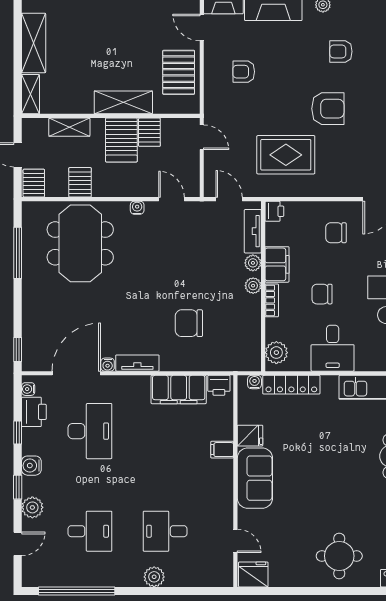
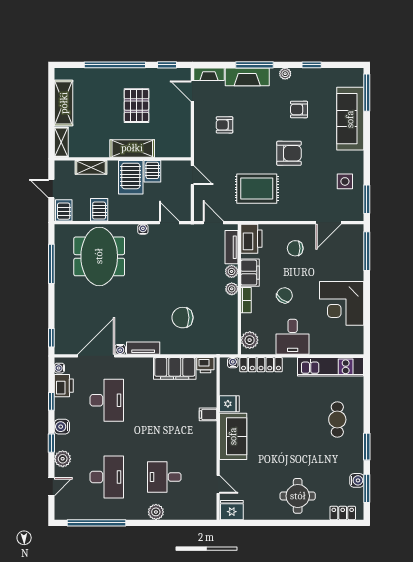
pallet: (179, 72) -> (136, 106), moved
printer: (274, 211) -> (251, 239), width x1.87, depth x1.48
chair: (322, 294) -> (284, 295), turned 125
desk: (90, 531) -> (107, 477), width x1.37

